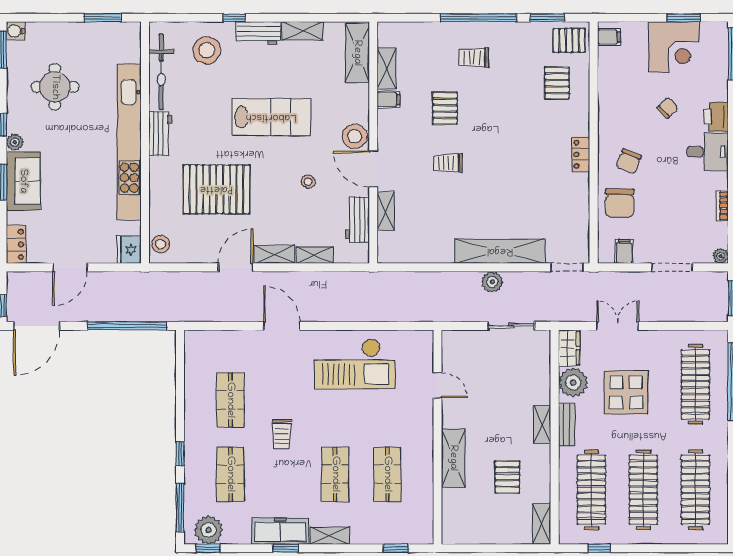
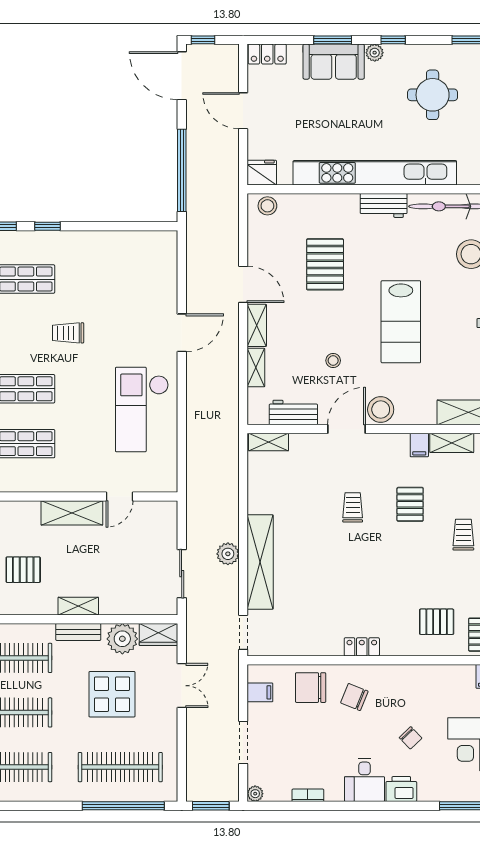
pallet: (445, 108) -> (410, 504), turned 90
pallet: (216, 189) -> (325, 264), width x0.73, depth x0.71
shelving: (386, 211) -> (269, 442), moved
shop shelf: (230, 400) -> (104, 279), removed
shelving: (453, 458) -> (72, 513), moved

